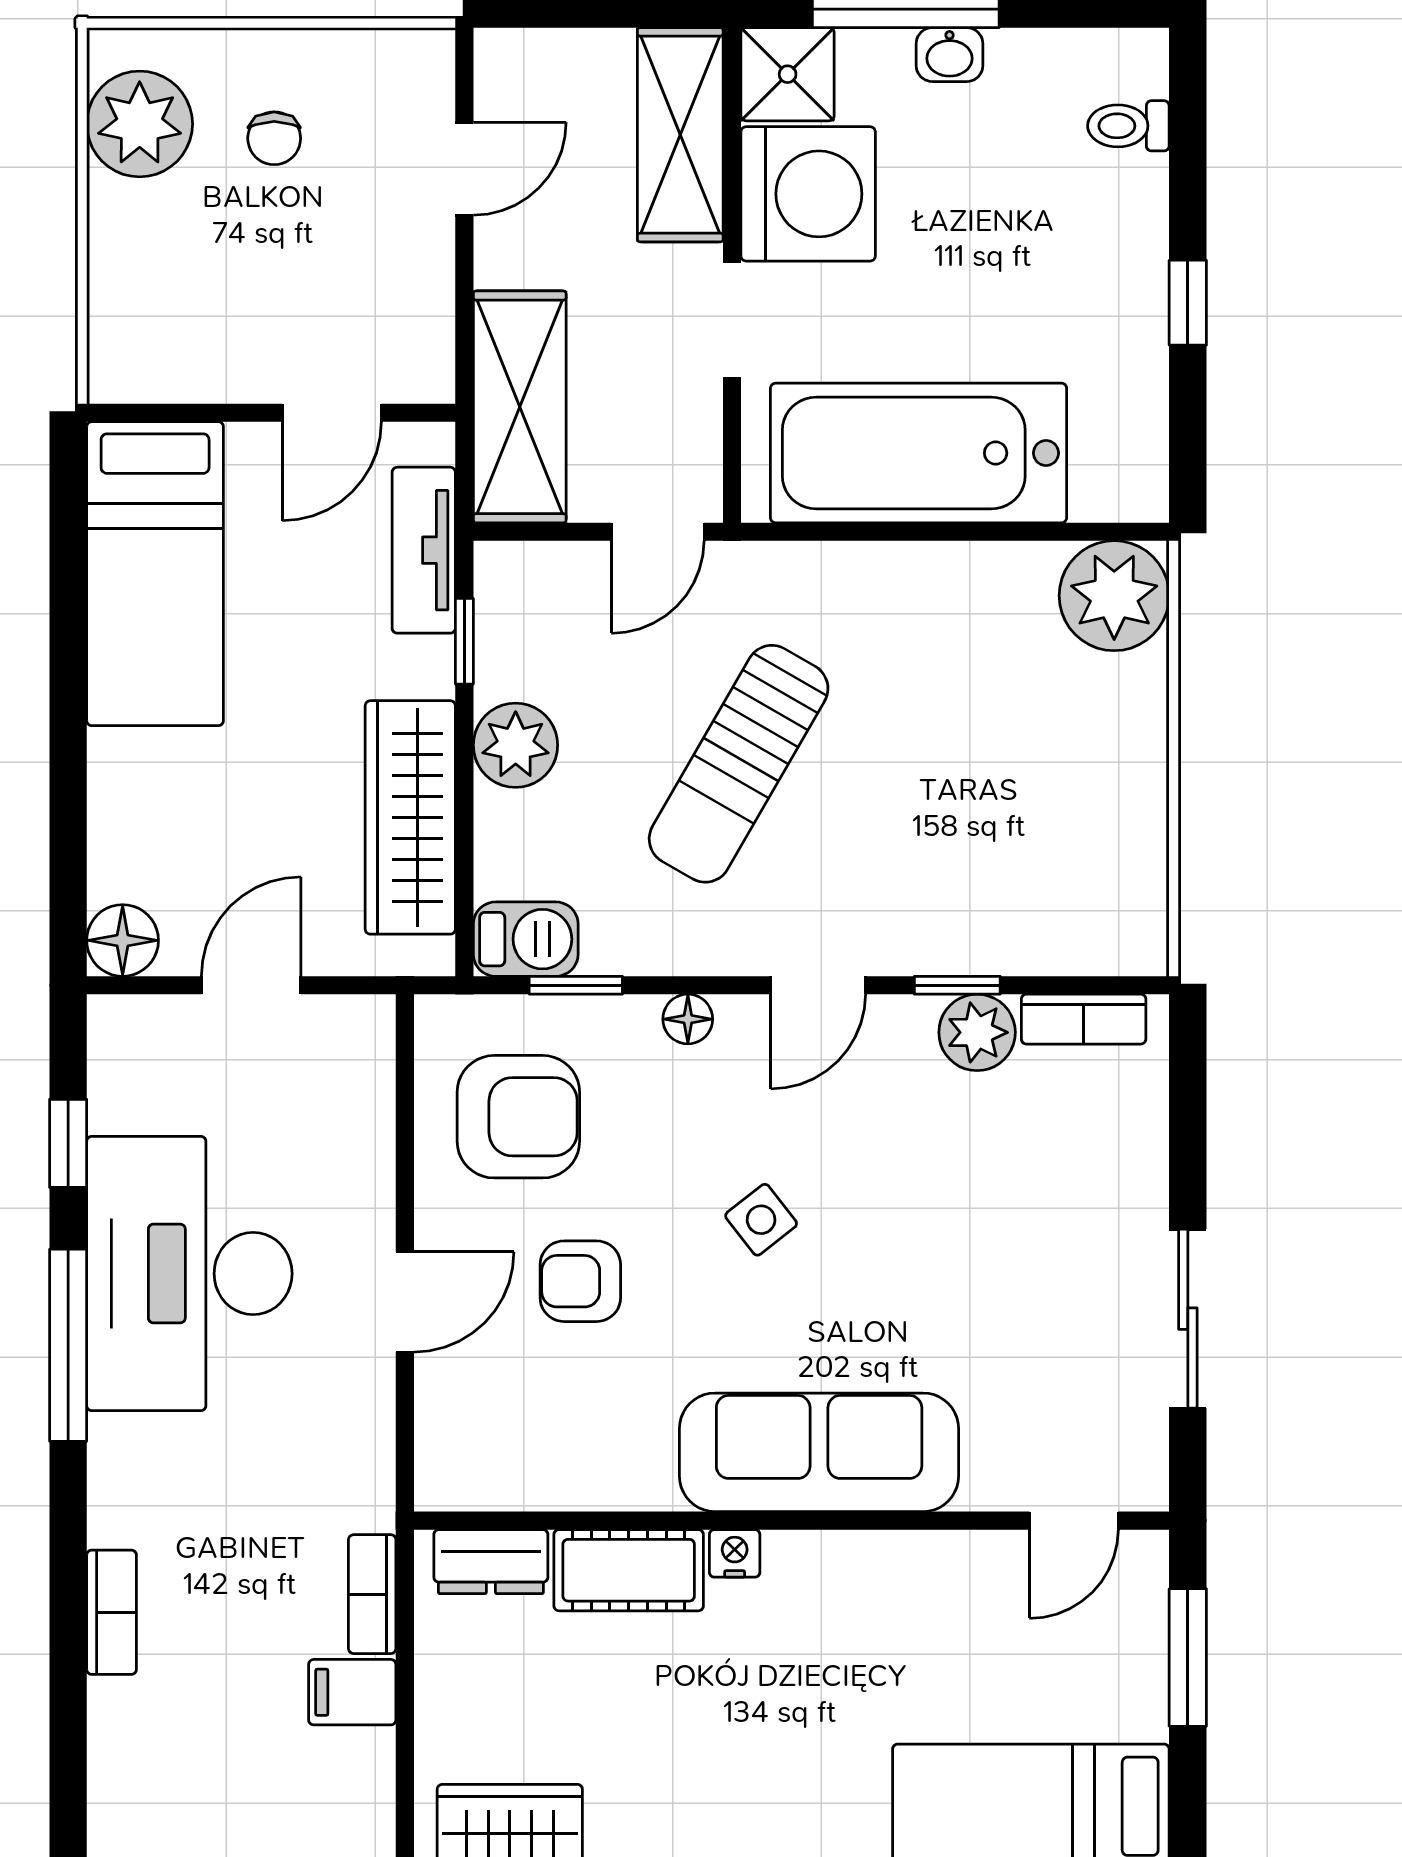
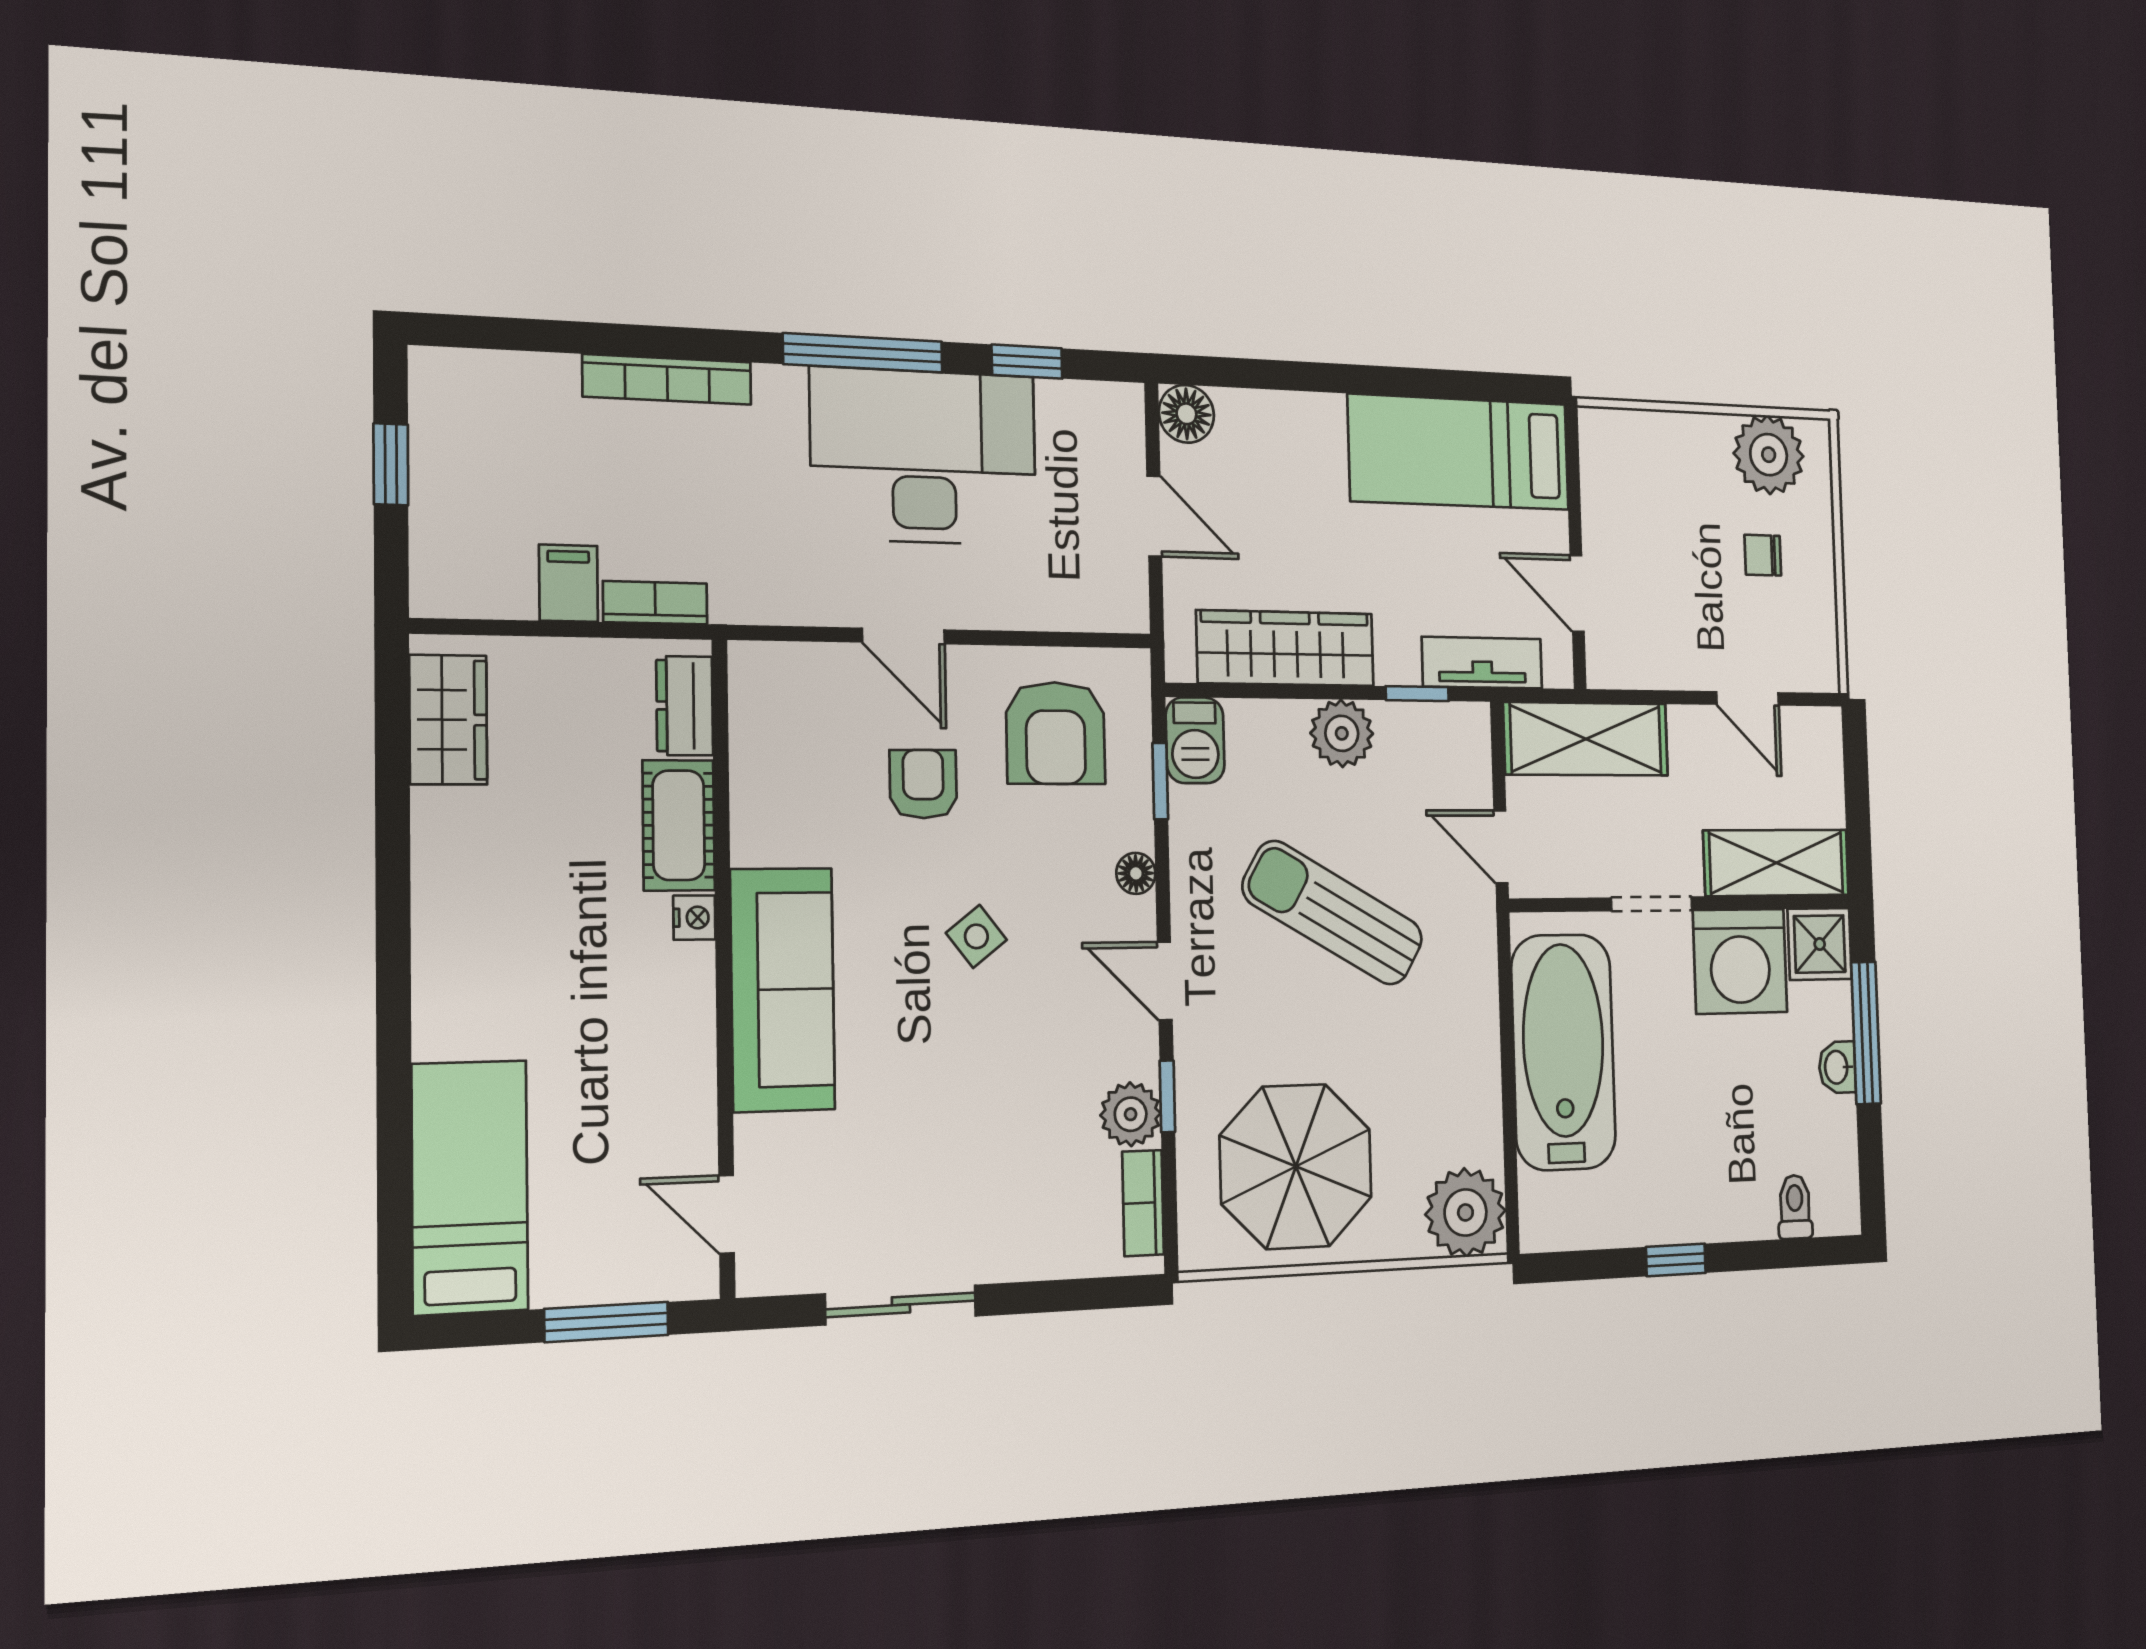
parasol: (1048, 821) -> (1296, 1166), added
bookcase: (112, 1612) -> (667, 379), width x1.56

